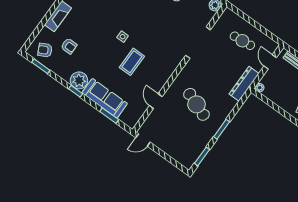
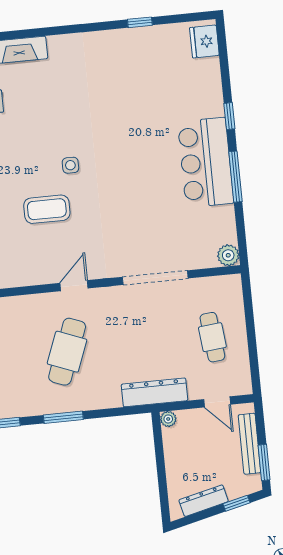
door: (270, 62) -> (217, 402), swing flipped
door: (156, 101) -> (74, 286), moved

